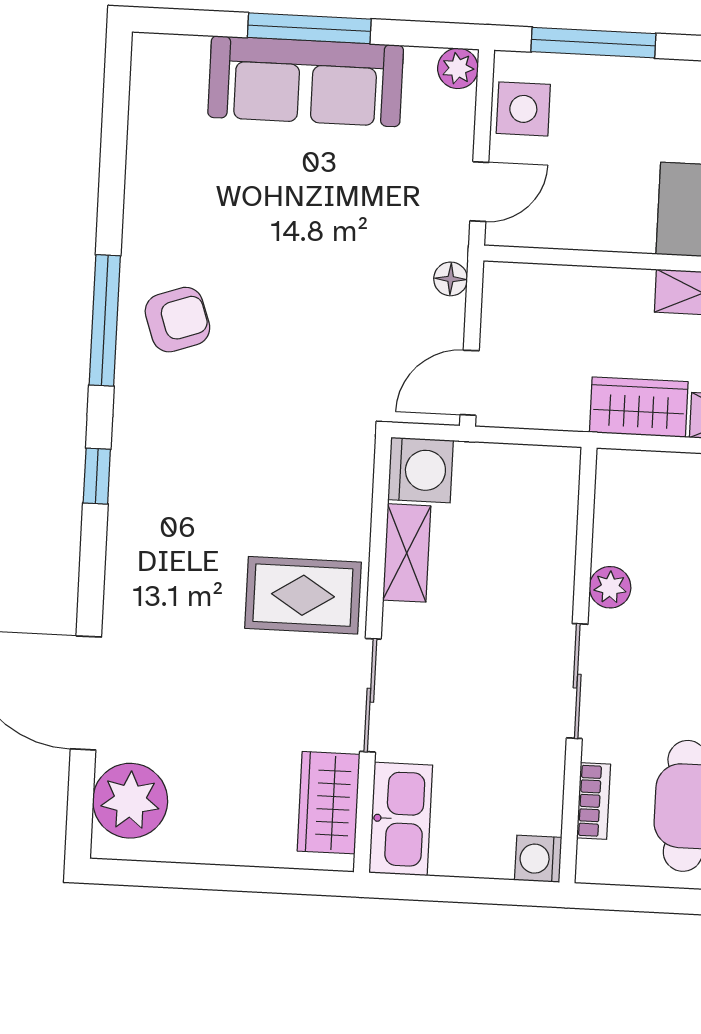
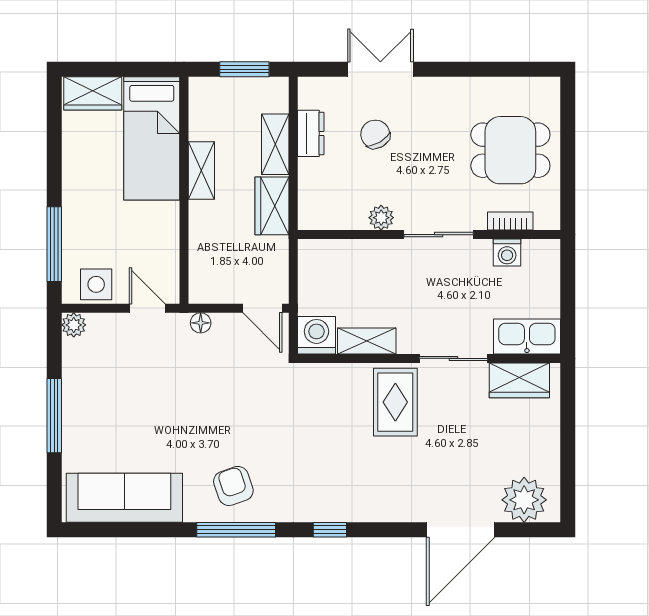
sofa: (306, 81) -> (124, 498), moved, turned -90
washing machine: (538, 859) -> (507, 253), moved

